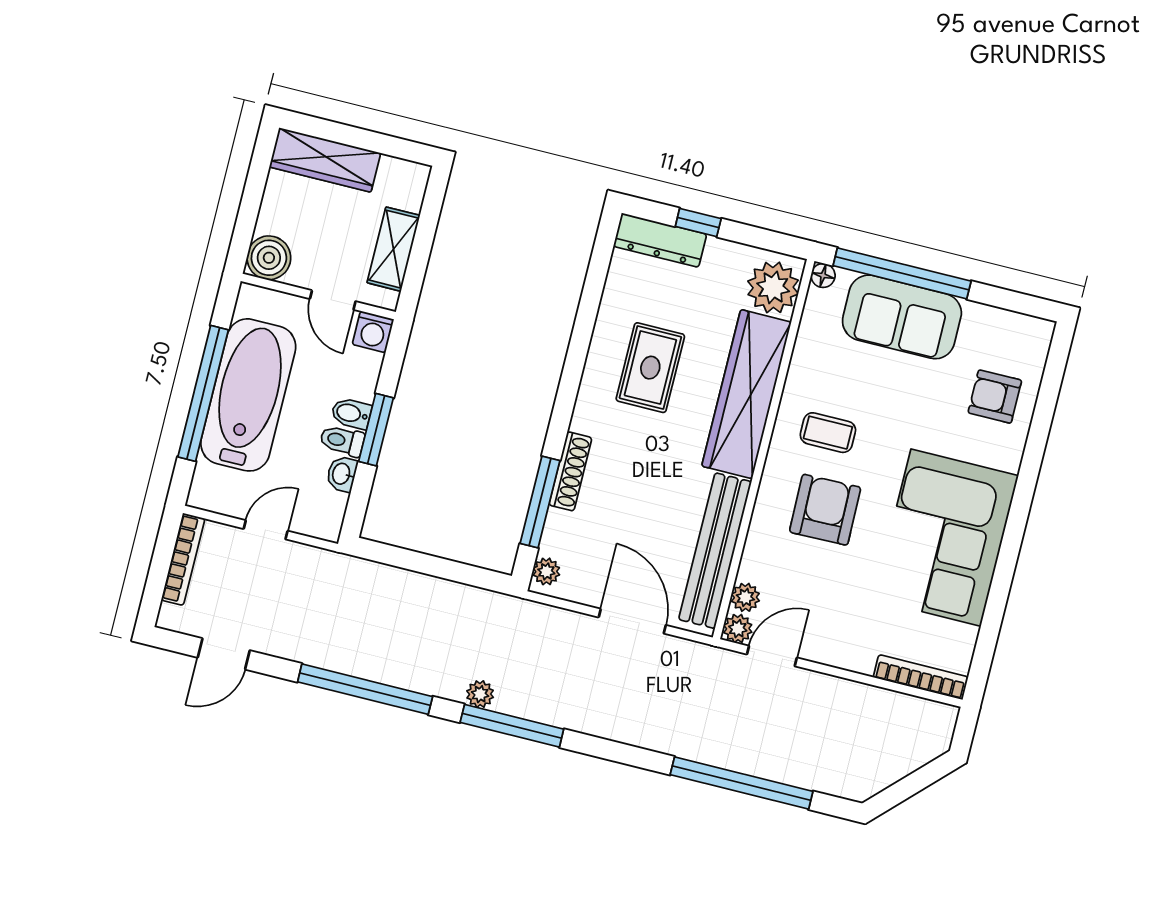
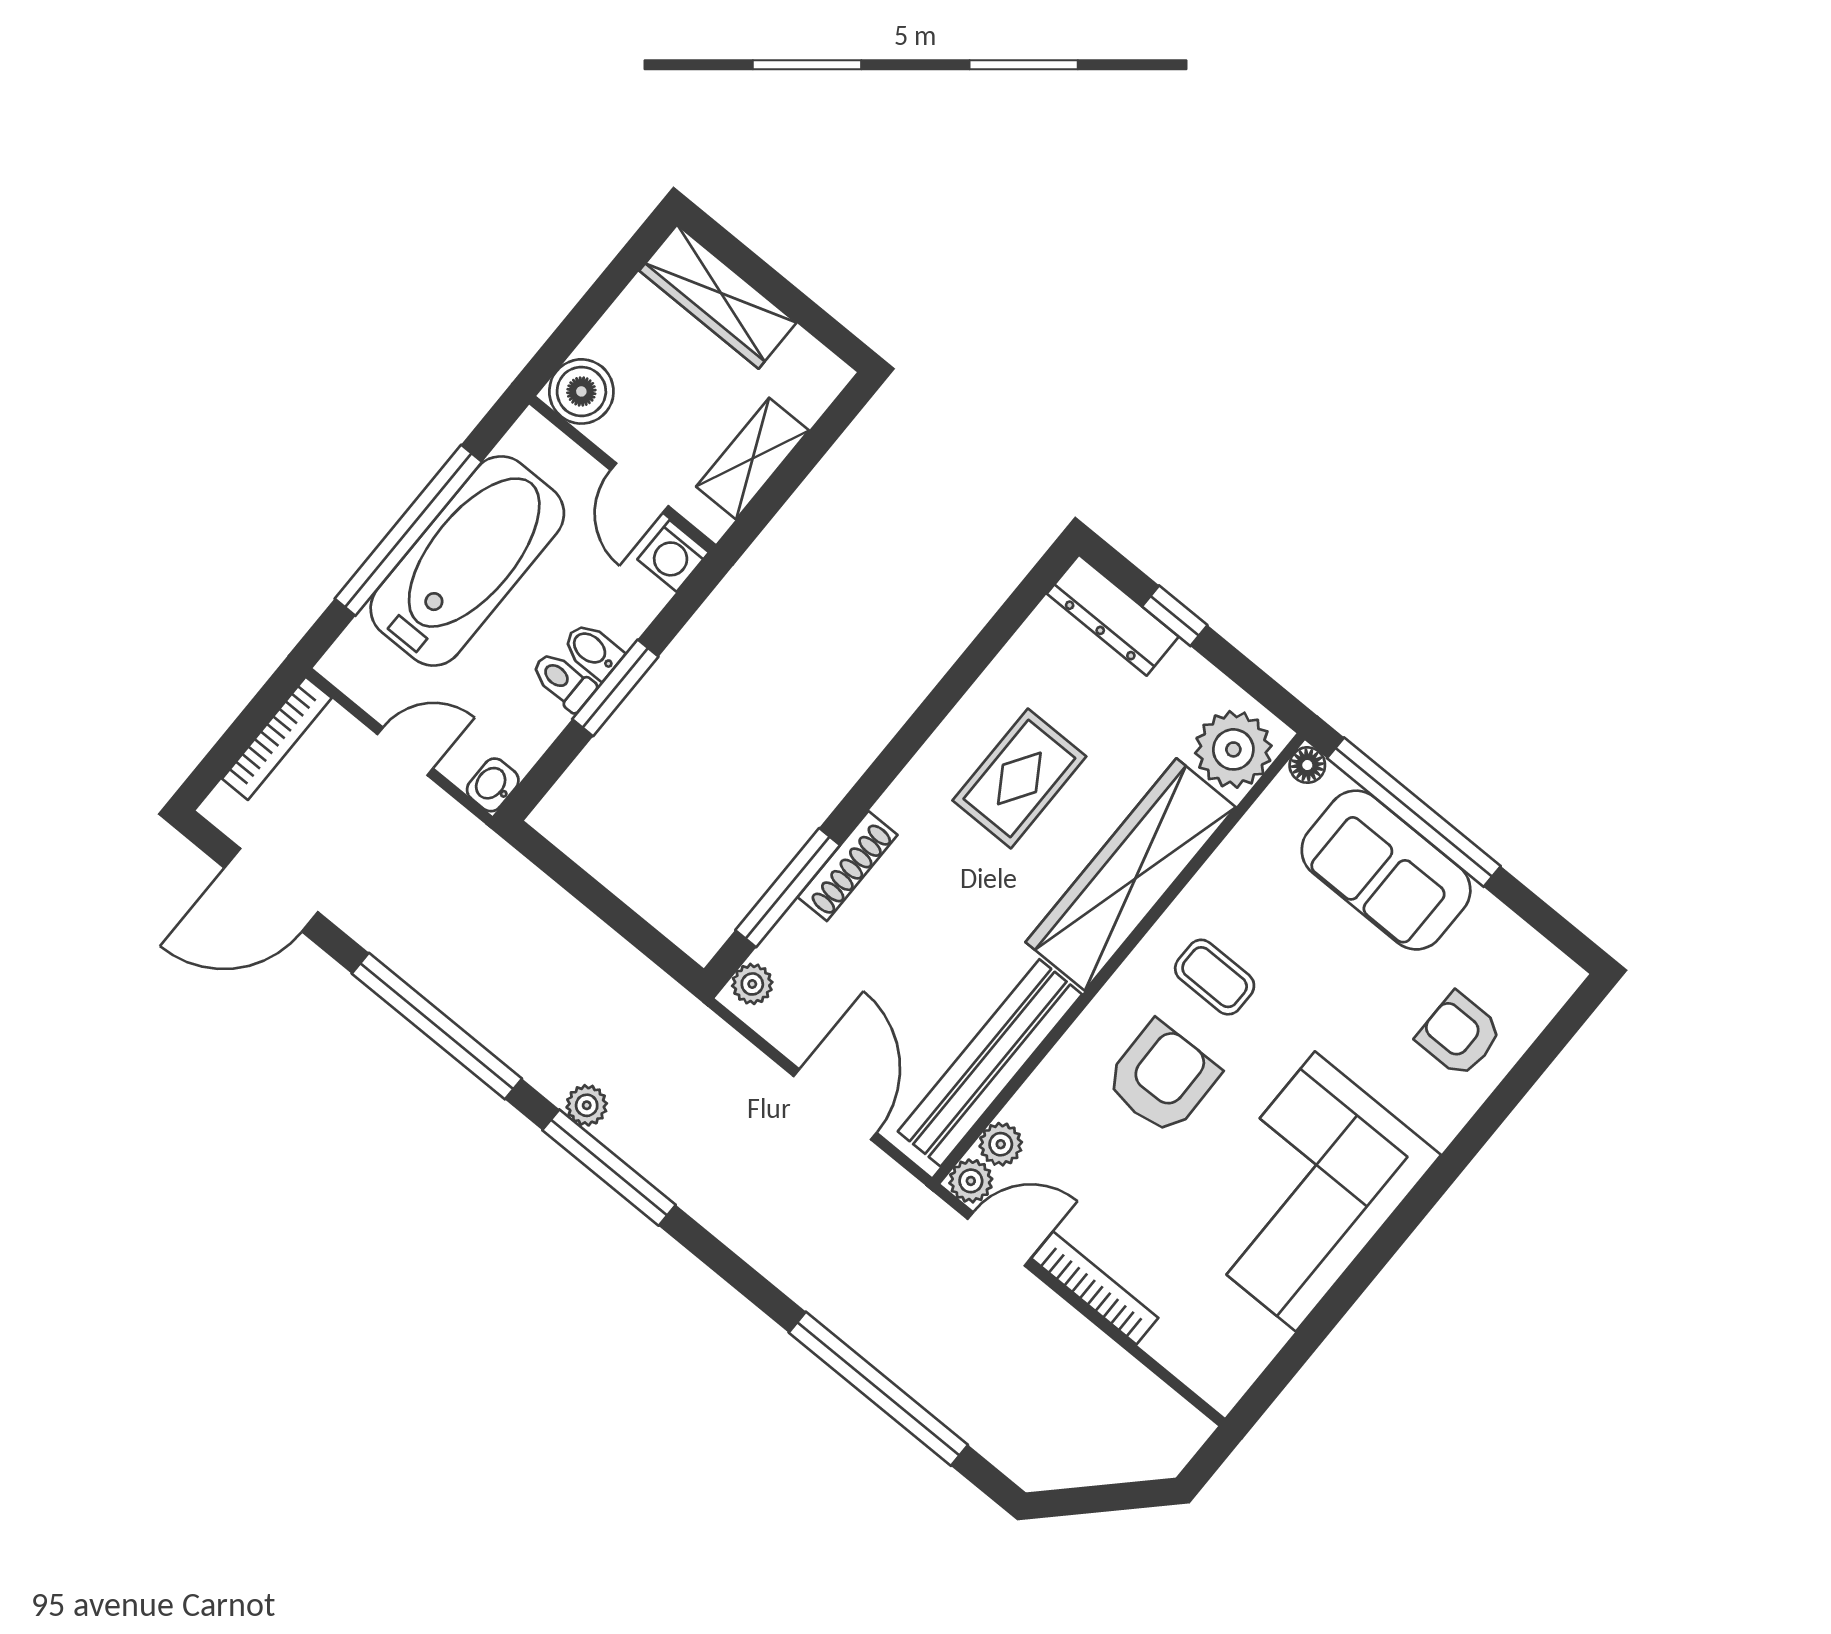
washbasin: (342, 474) -> (493, 785), moved
door: (224, 654) -> (271, 890), width x1.38
bookcase: (921, 677) -> (1095, 1288), moved

